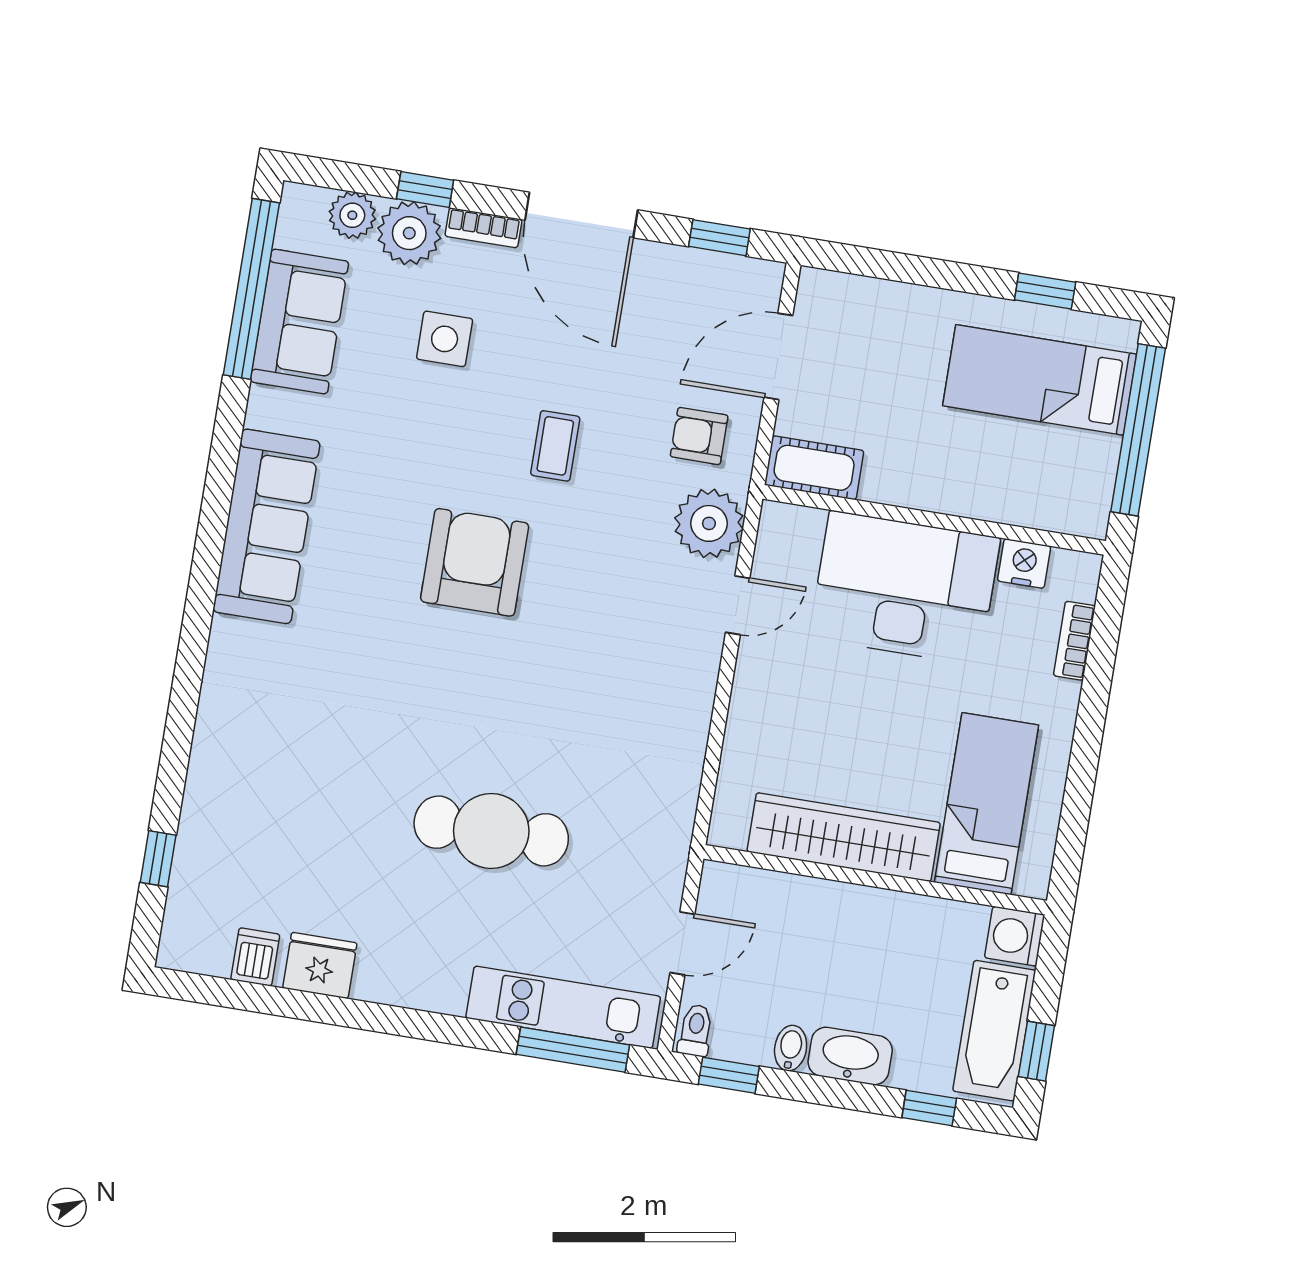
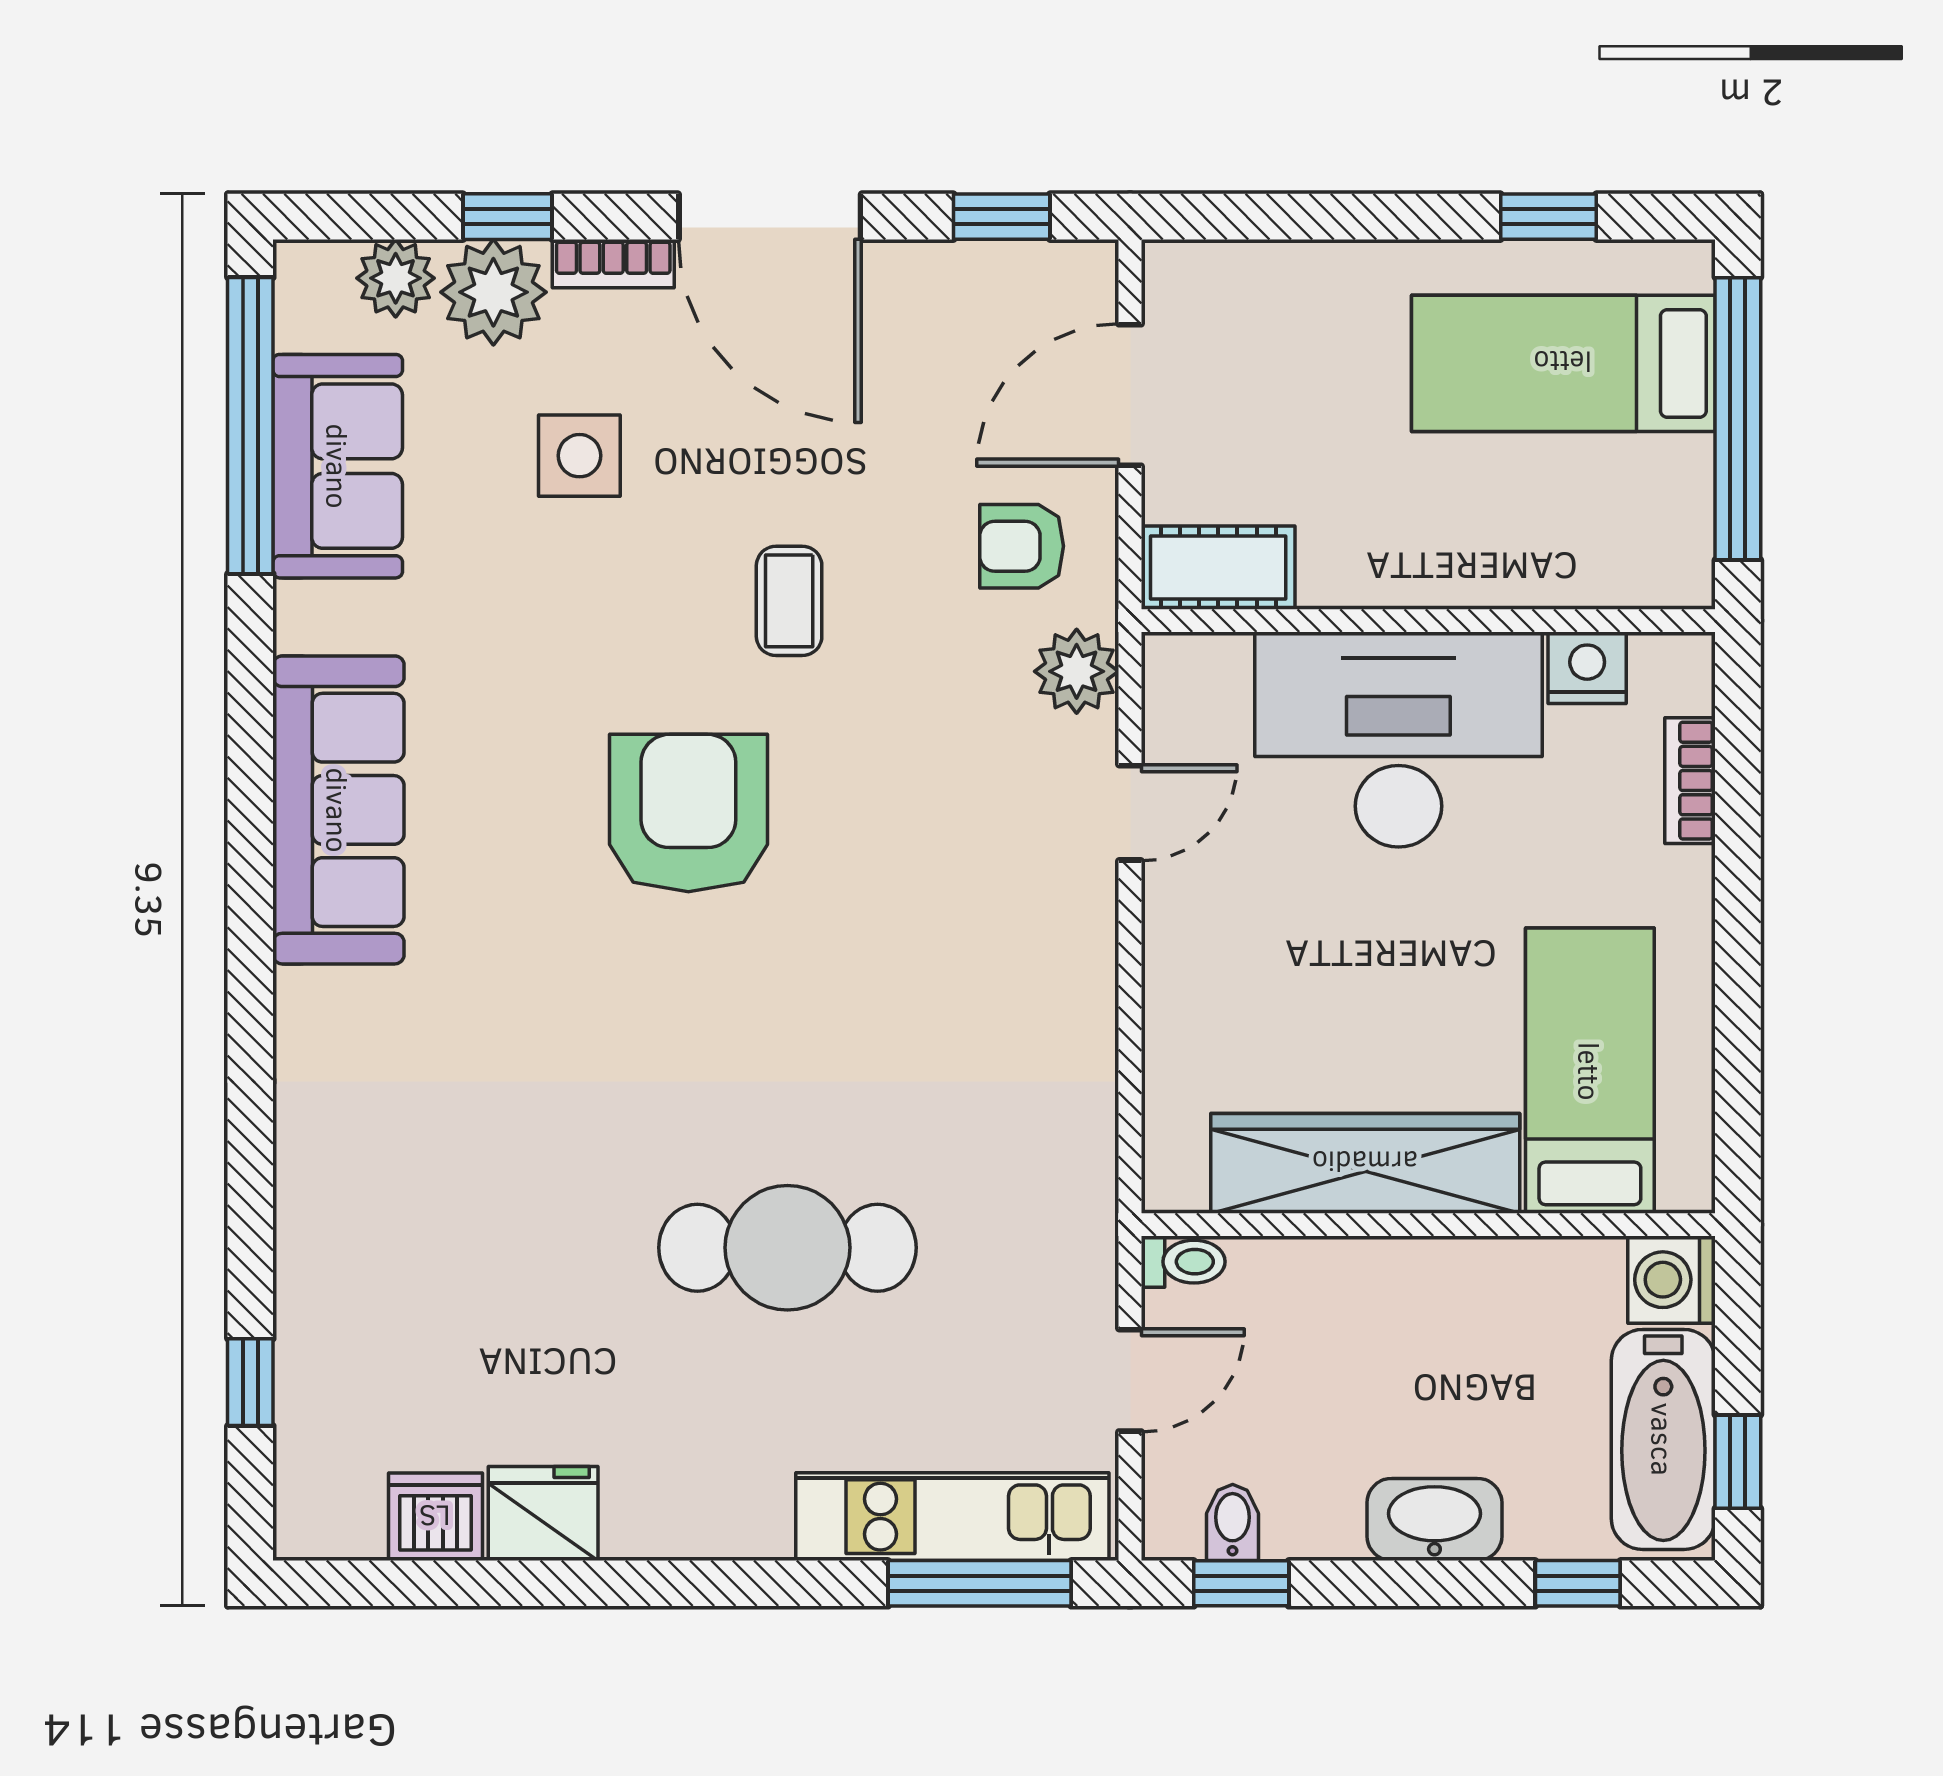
plant: (709, 523) -> (1077, 671), width x0.73, depth x0.73
dishwasher: (255, 957) -> (435, 1517), width x1.38
toilet: (696, 1030) -> (1183, 1262), moved, turned 90
bidet: (791, 1048) -> (1233, 1523), moved

